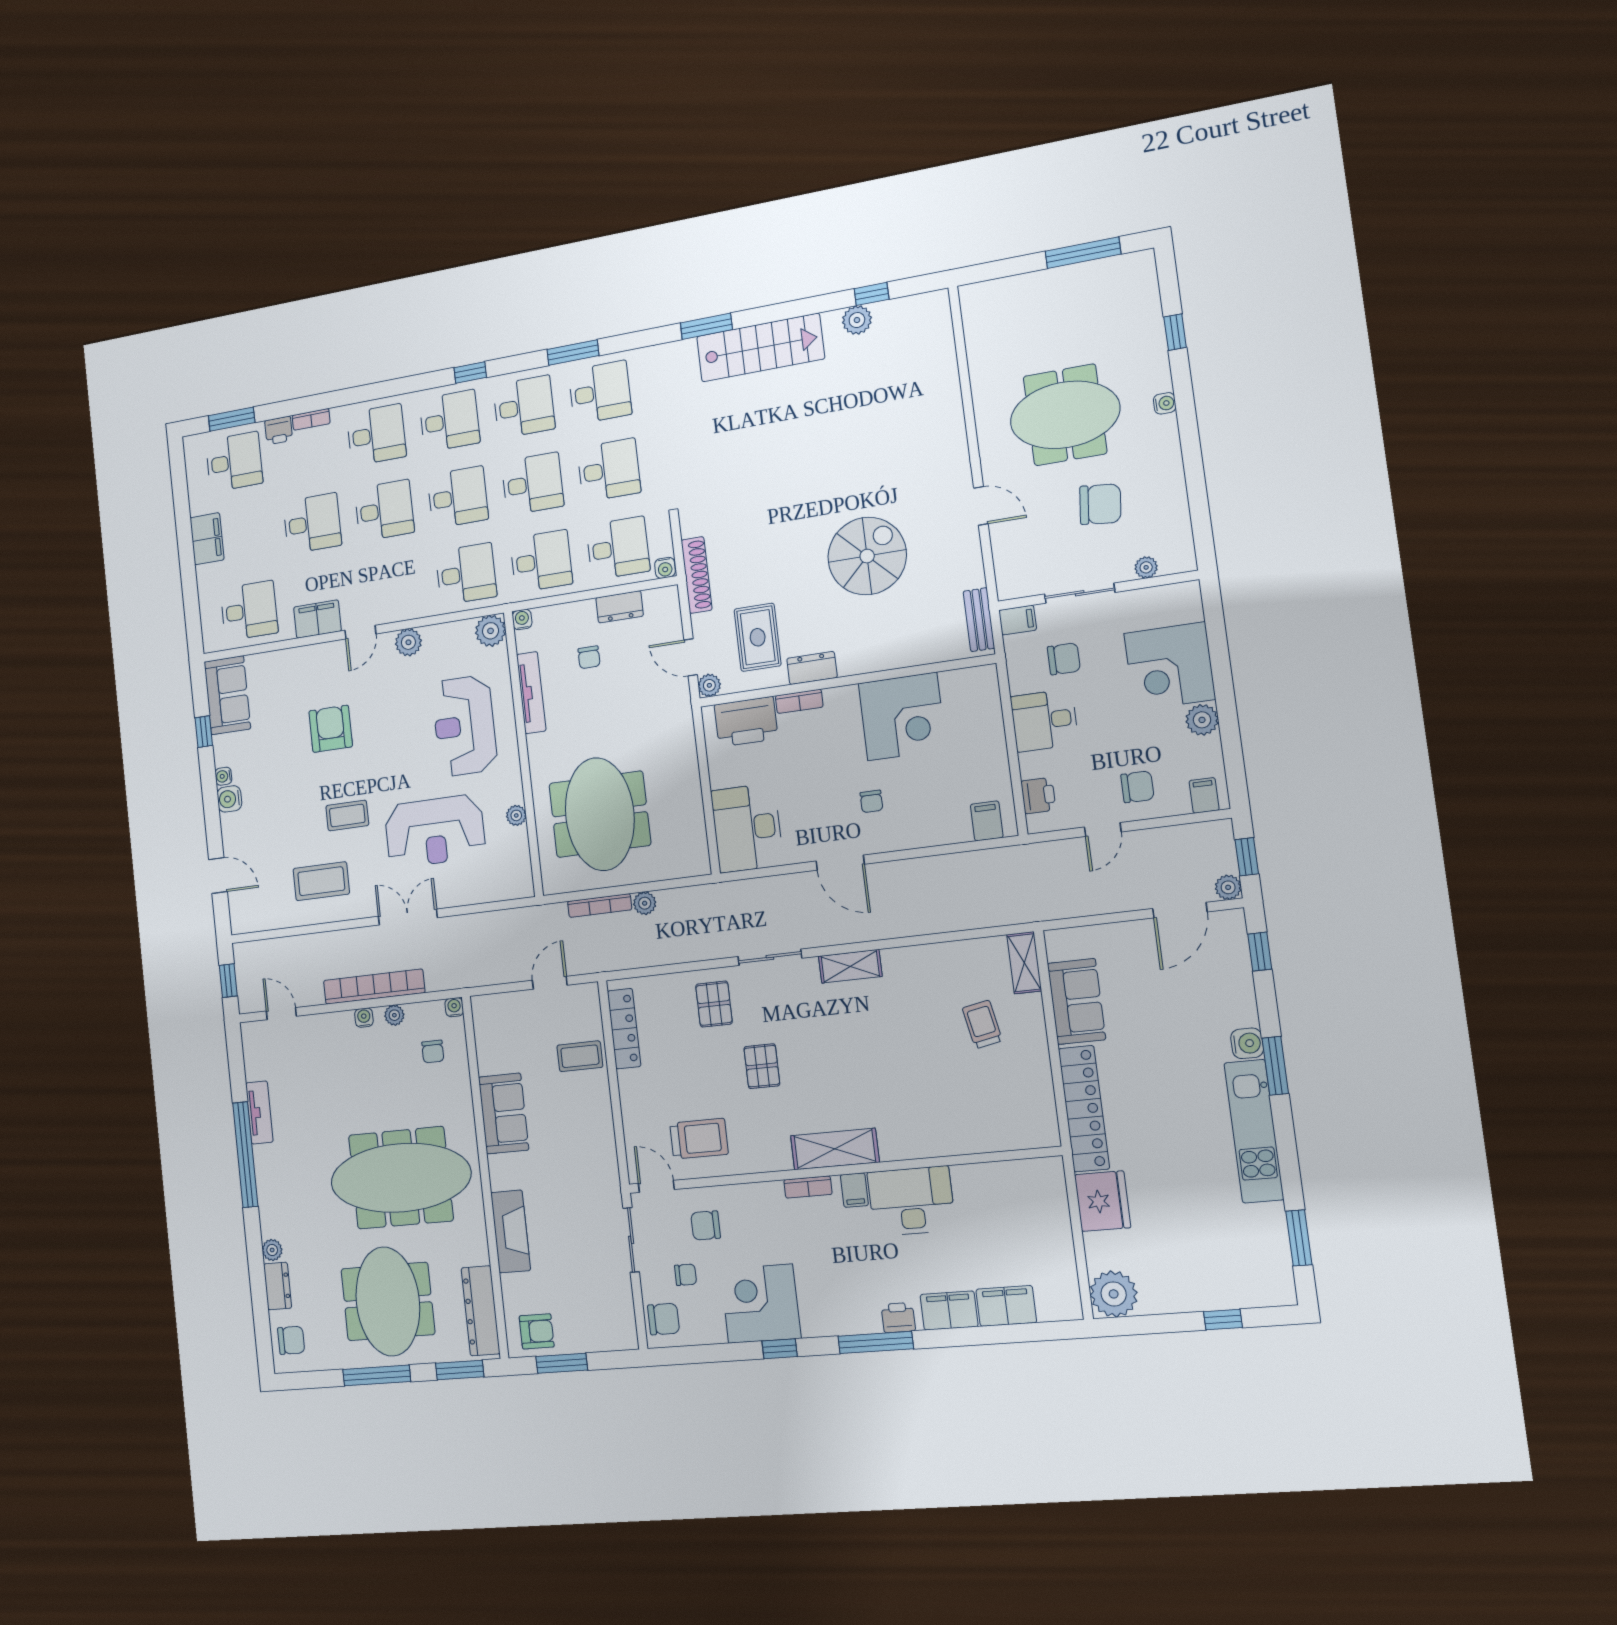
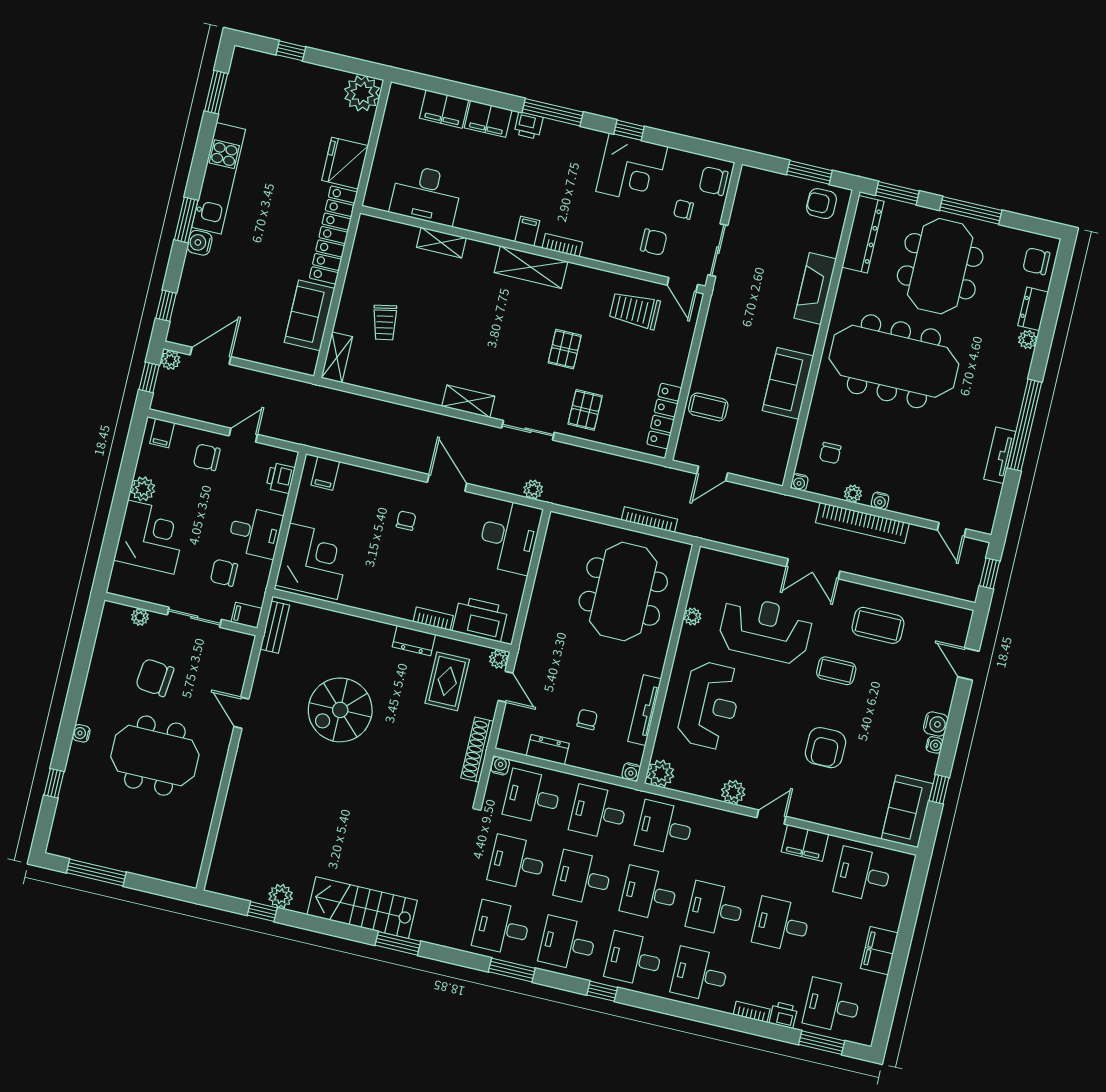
corner desk: (902, 716) -> (313, 561), moved, turned 90
plant: (645, 903) -> (533, 490), moved
chair: (433, 1052) -> (830, 453), turned 180
shelving: (950, 1143) -> (441, 243), added
desk: (911, 1201) -> (426, 195), moved

